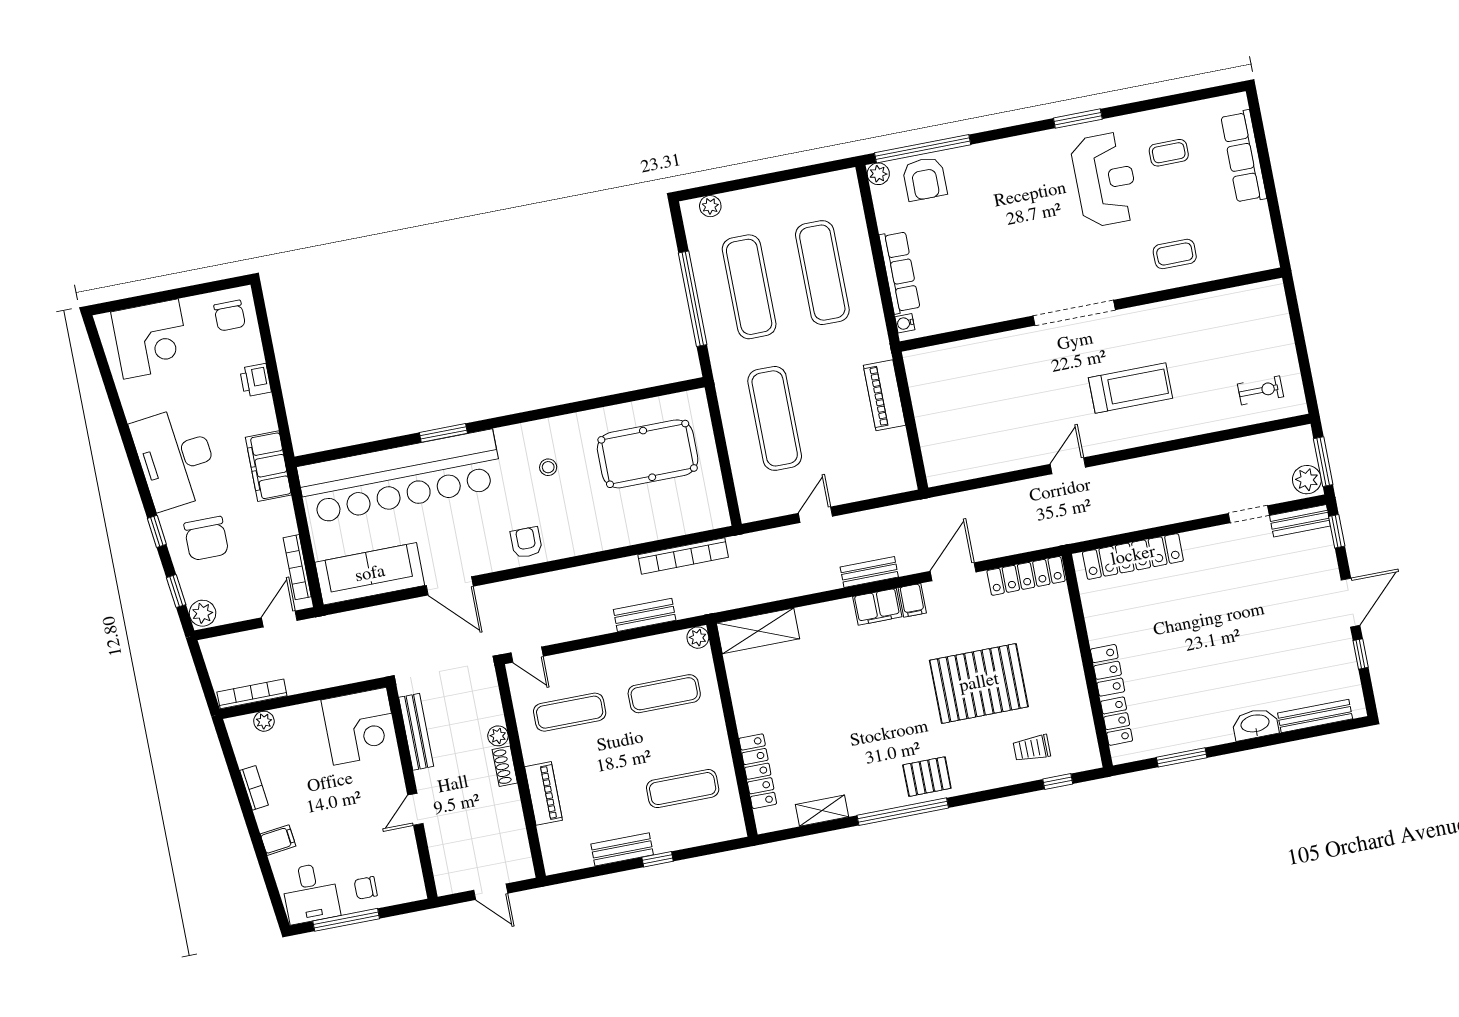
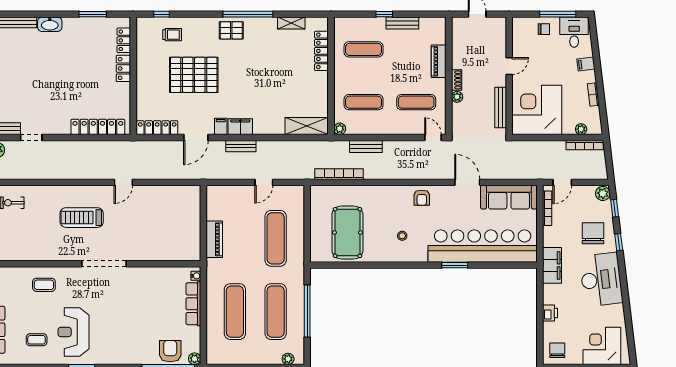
pool table: (648, 454) -> (347, 233), turned 90
corner desk: (360, 726) -> (537, 110), width x1.36, depth x1.36

